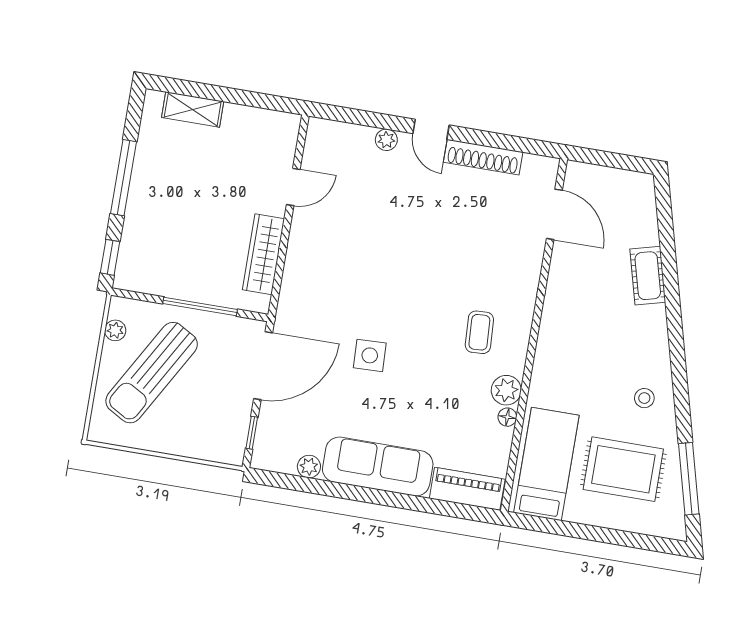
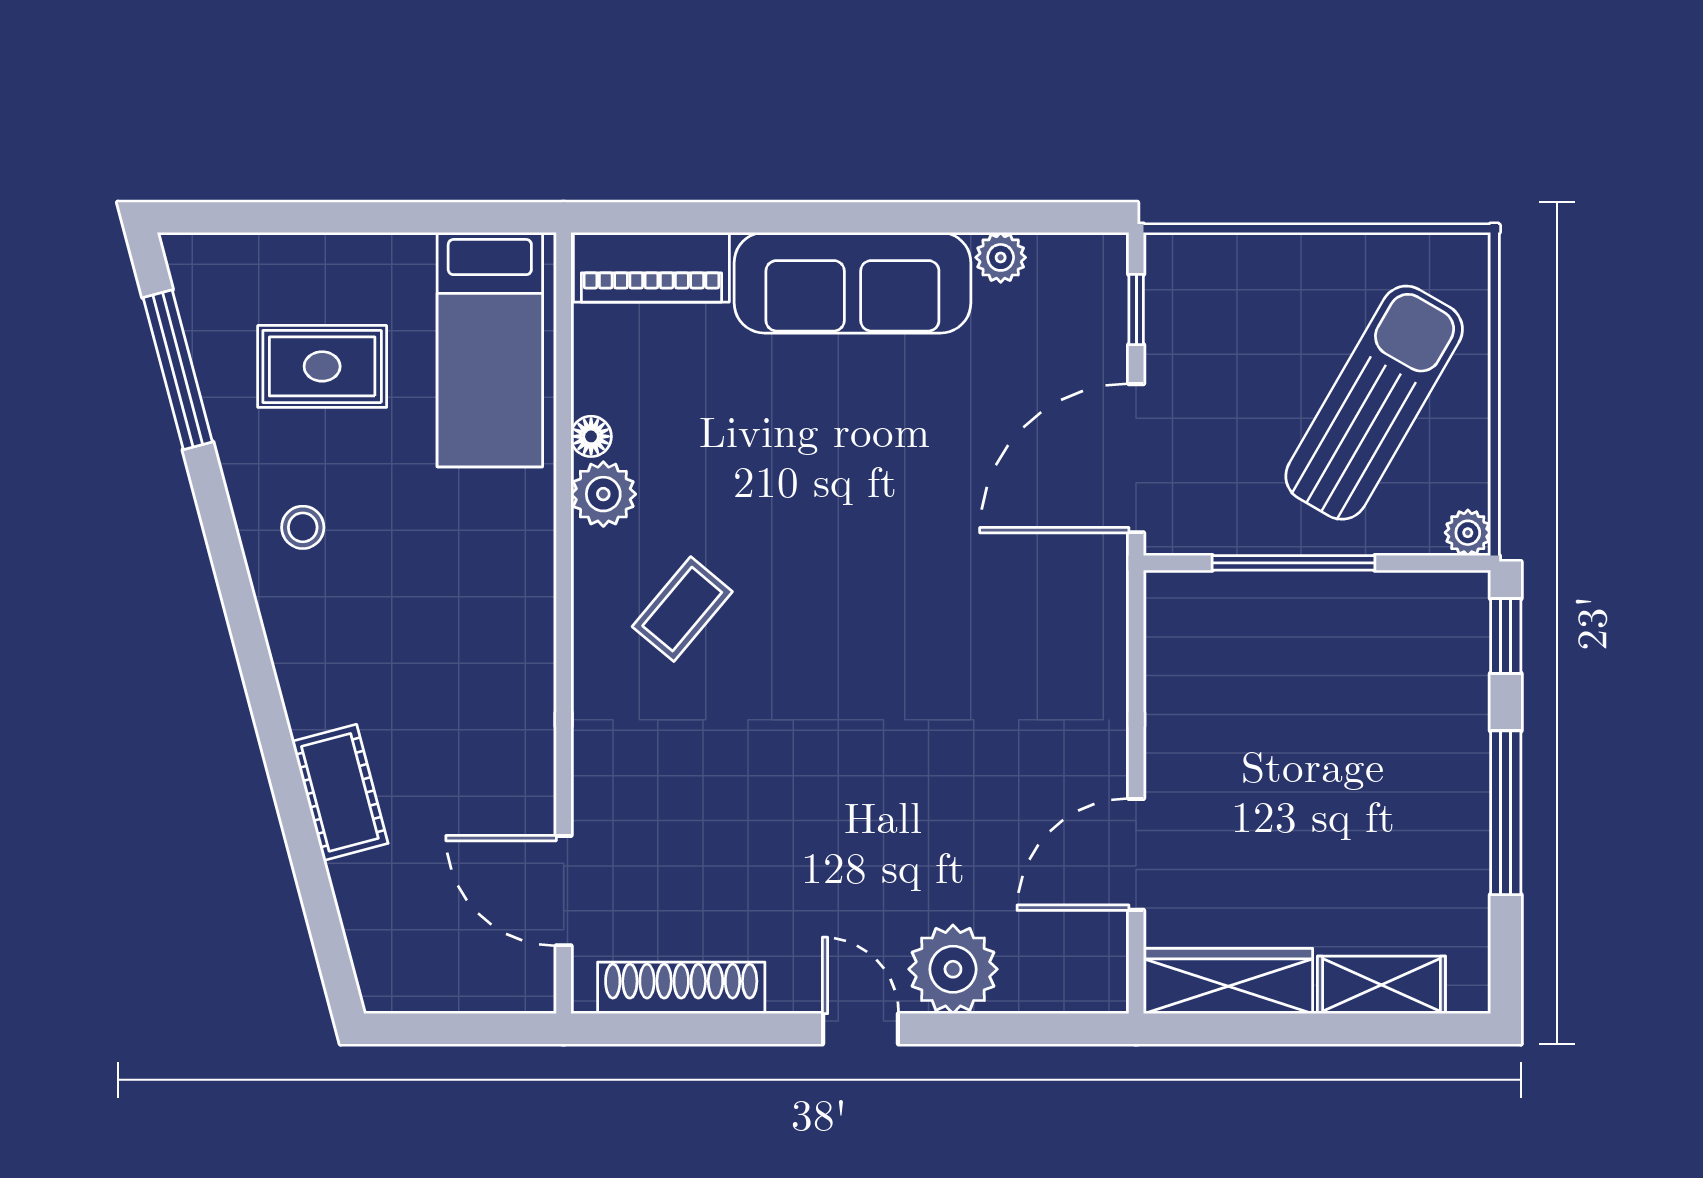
plant: (386, 140) -> (953, 969), width x1.88, depth x1.88
shoe rack: (483, 157) -> (681, 988), moved
door: (293, 187) -> (1136, 854), width x1.38
wardrobe: (263, 254) -> (1228, 981), moved, turned -90
plant: (115, 330) -> (1468, 533), moved
coffee table: (479, 332) -> (682, 609), turned 43
side table: (370, 355) -> (910, 519), removed
rug: (623, 469) -> (322, 366), width x0.73, depth x0.70

